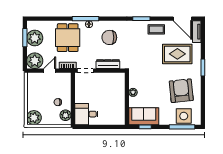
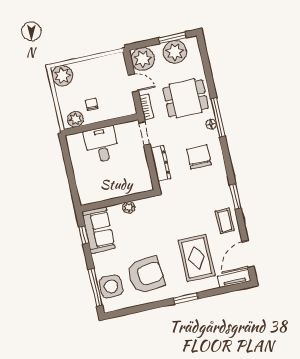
desk: (86, 114) -> (102, 144), moved

